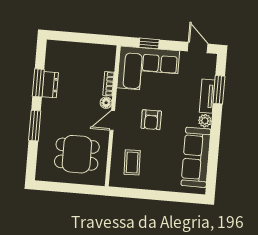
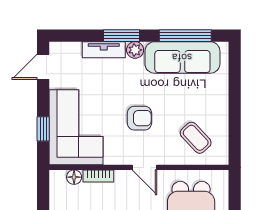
window: (219, 90) -> (121, 36), moved
floor lamp: (106, 103) -> (74, 177), moved
window: (213, 161) -> (185, 36), added
coffee table: (132, 162) -> (196, 138), turned 49

